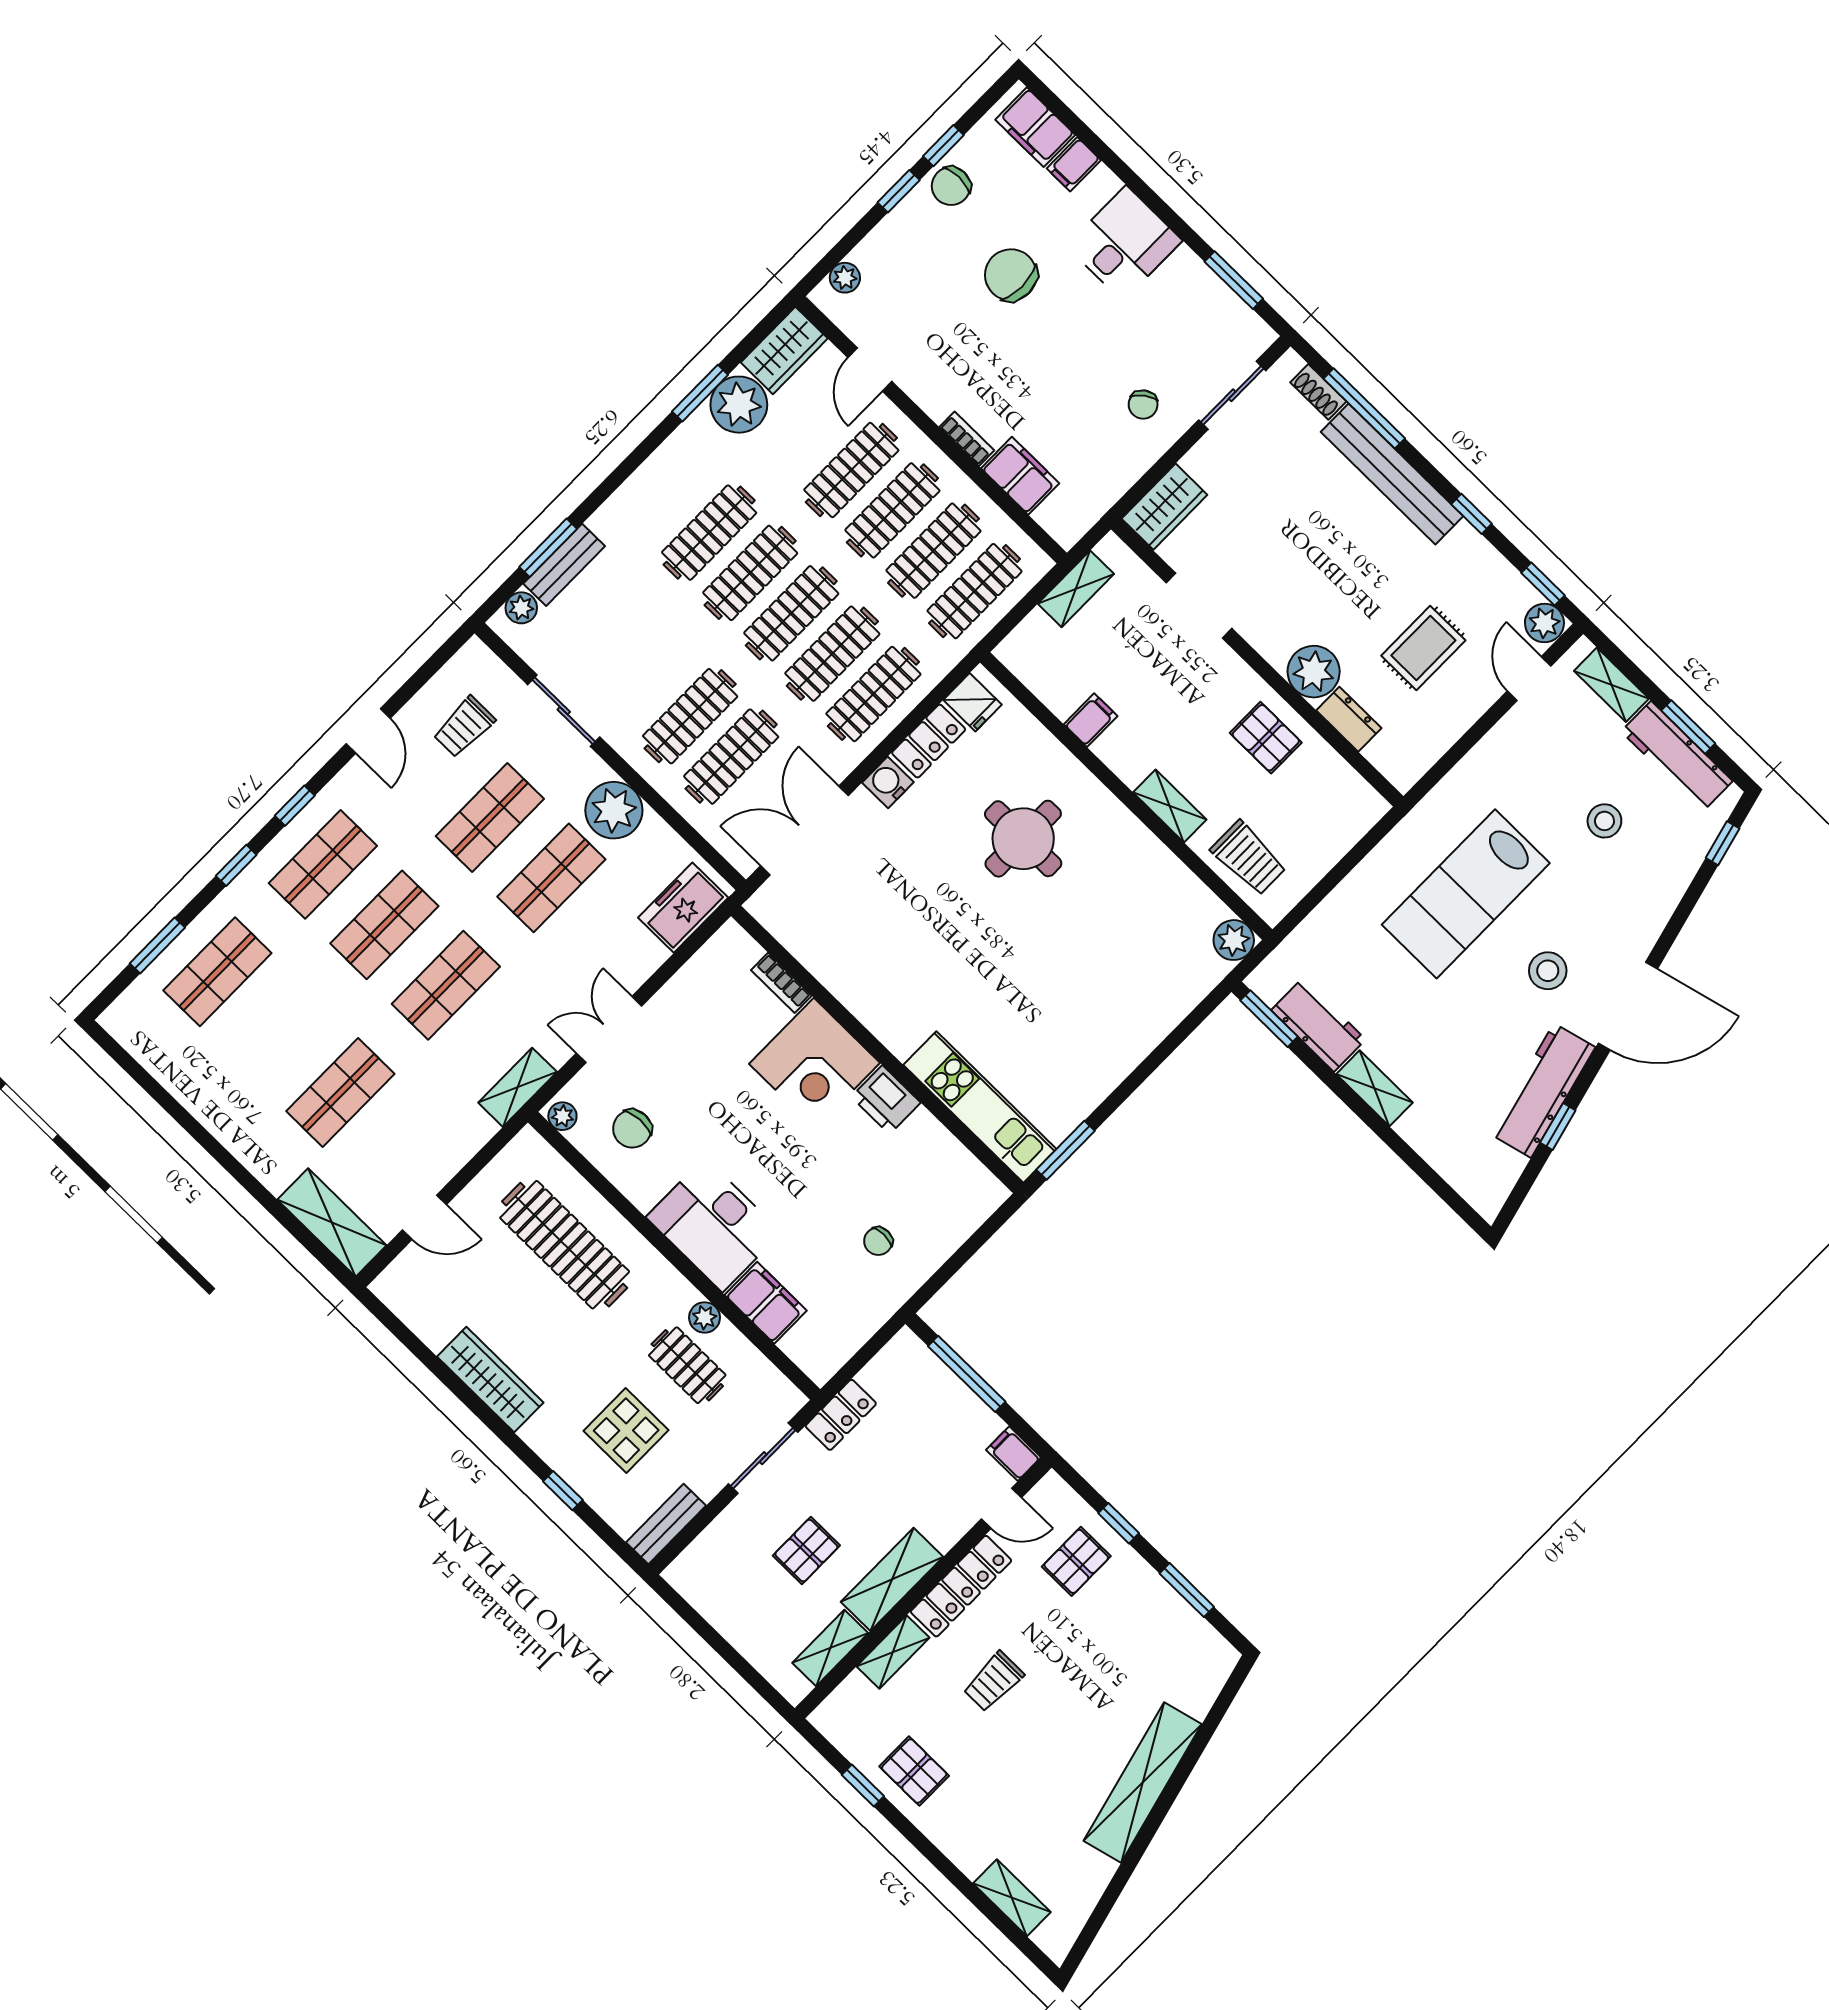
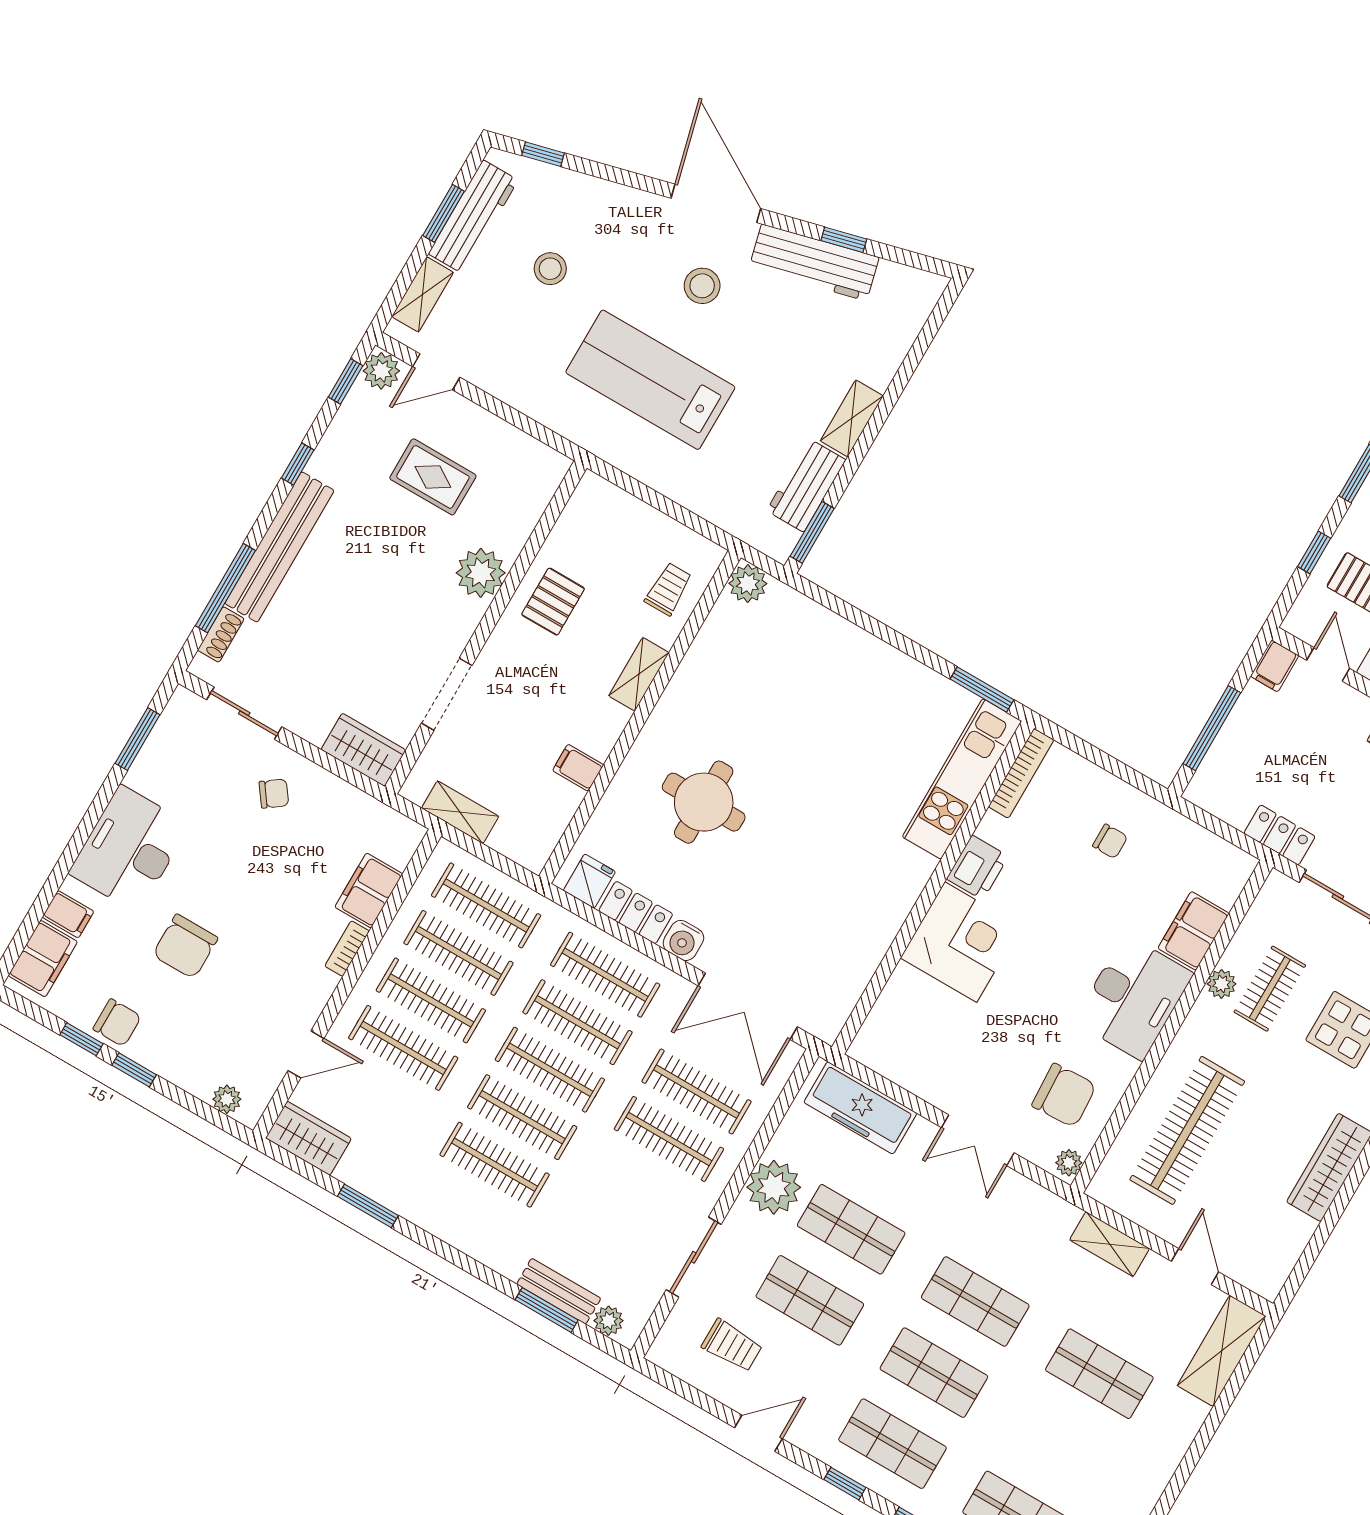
desk: (1124, 243) -> (129, 849), width x1.37
plant: (739, 405) -> (369, 1167), removed
dresser: (1349, 719) -> (516, 529), removed
trolley: (1249, 858) -> (668, 589), width x0.73, depth x0.72
lab bench: (1466, 894) -> (650, 380), turned 180
freezer: (683, 908) -> (860, 1108), width x1.40
bookcase: (781, 983) -> (1021, 773), moved, width x1.56
shelving: (518, 1087) -> (1110, 1244), moved
chair: (632, 1129) -> (1064, 1095), width x1.37, depth x1.37

